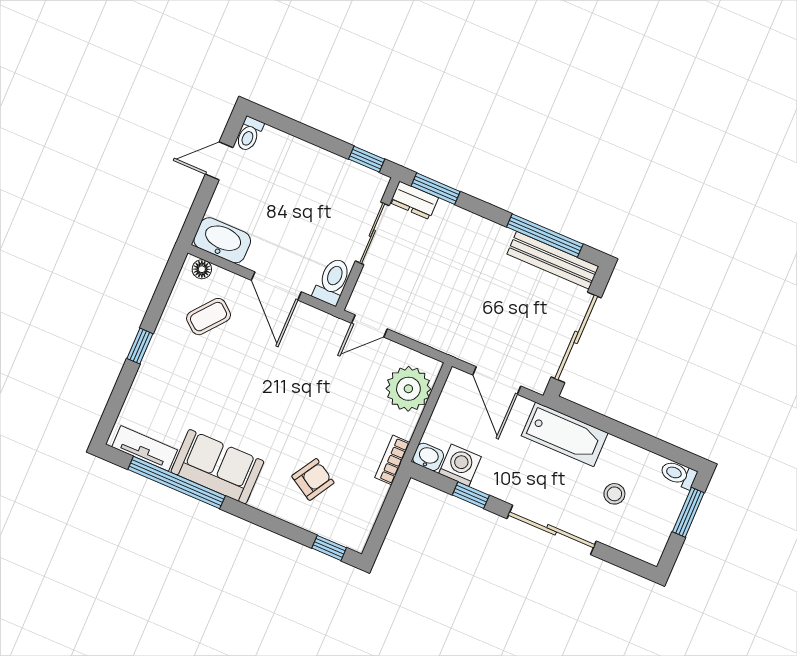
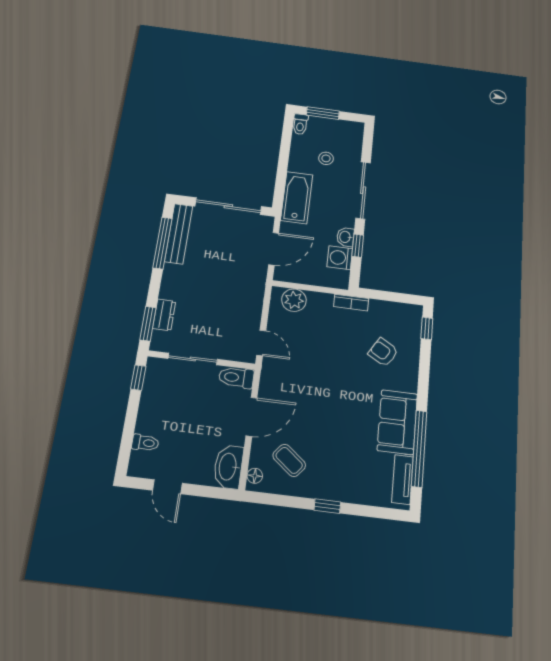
toilet: (249, 134) -> (145, 443), moved
dresser: (414, 200) -> (164, 315), moved
plant: (408, 389) -> (294, 300), width x0.73, depth x0.73
washbasin: (428, 457) -> (345, 237), moved

